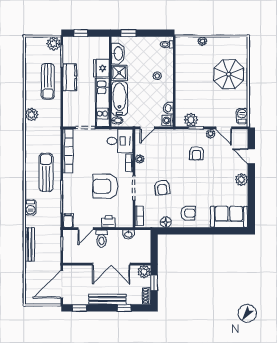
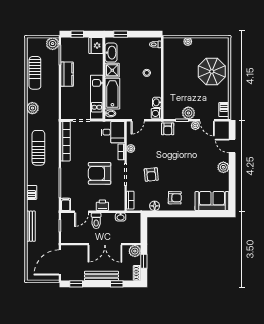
fridge: (101, 68) -> (96, 45), moved
sun lounger: (48, 81) -> (35, 73), moved
plant: (191, 120) -> (188, 113), moved
armchair: (196, 153) -> (168, 129), moved
sun lounger: (46, 172) -> (38, 148), moved

